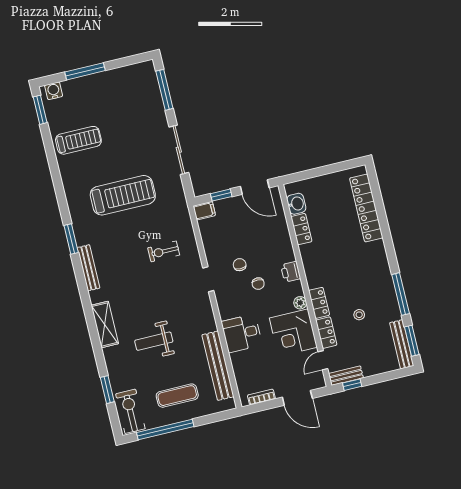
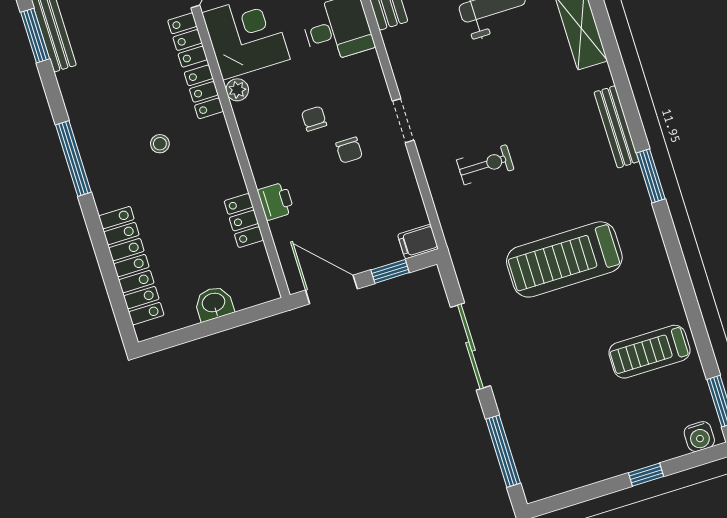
window: (85, 71) -> (646, 475), width x0.46
washbasin: (296, 204) -> (214, 303), moved, turned 90
printer: (291, 272) -> (276, 201), moved
window: (401, 294) -> (73, 158), moved
stool: (359, 315) -> (160, 144), moved

